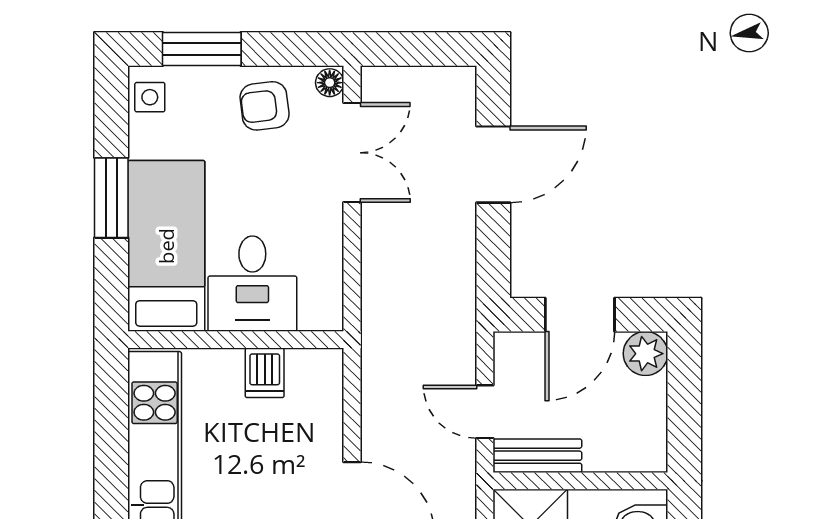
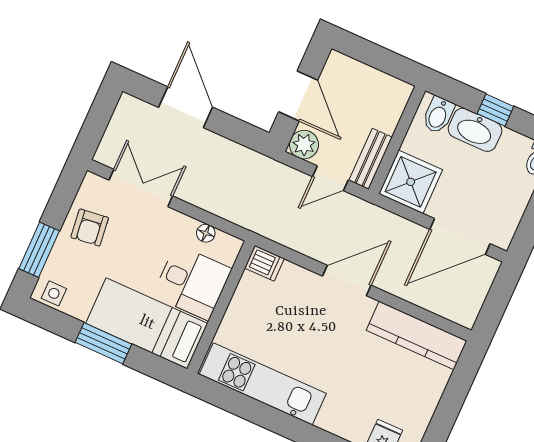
floor lamp: (330, 83) -> (206, 233), moved
plant: (645, 354) -> (304, 145), moved
dishwasher: (265, 373) -> (264, 263), moved

